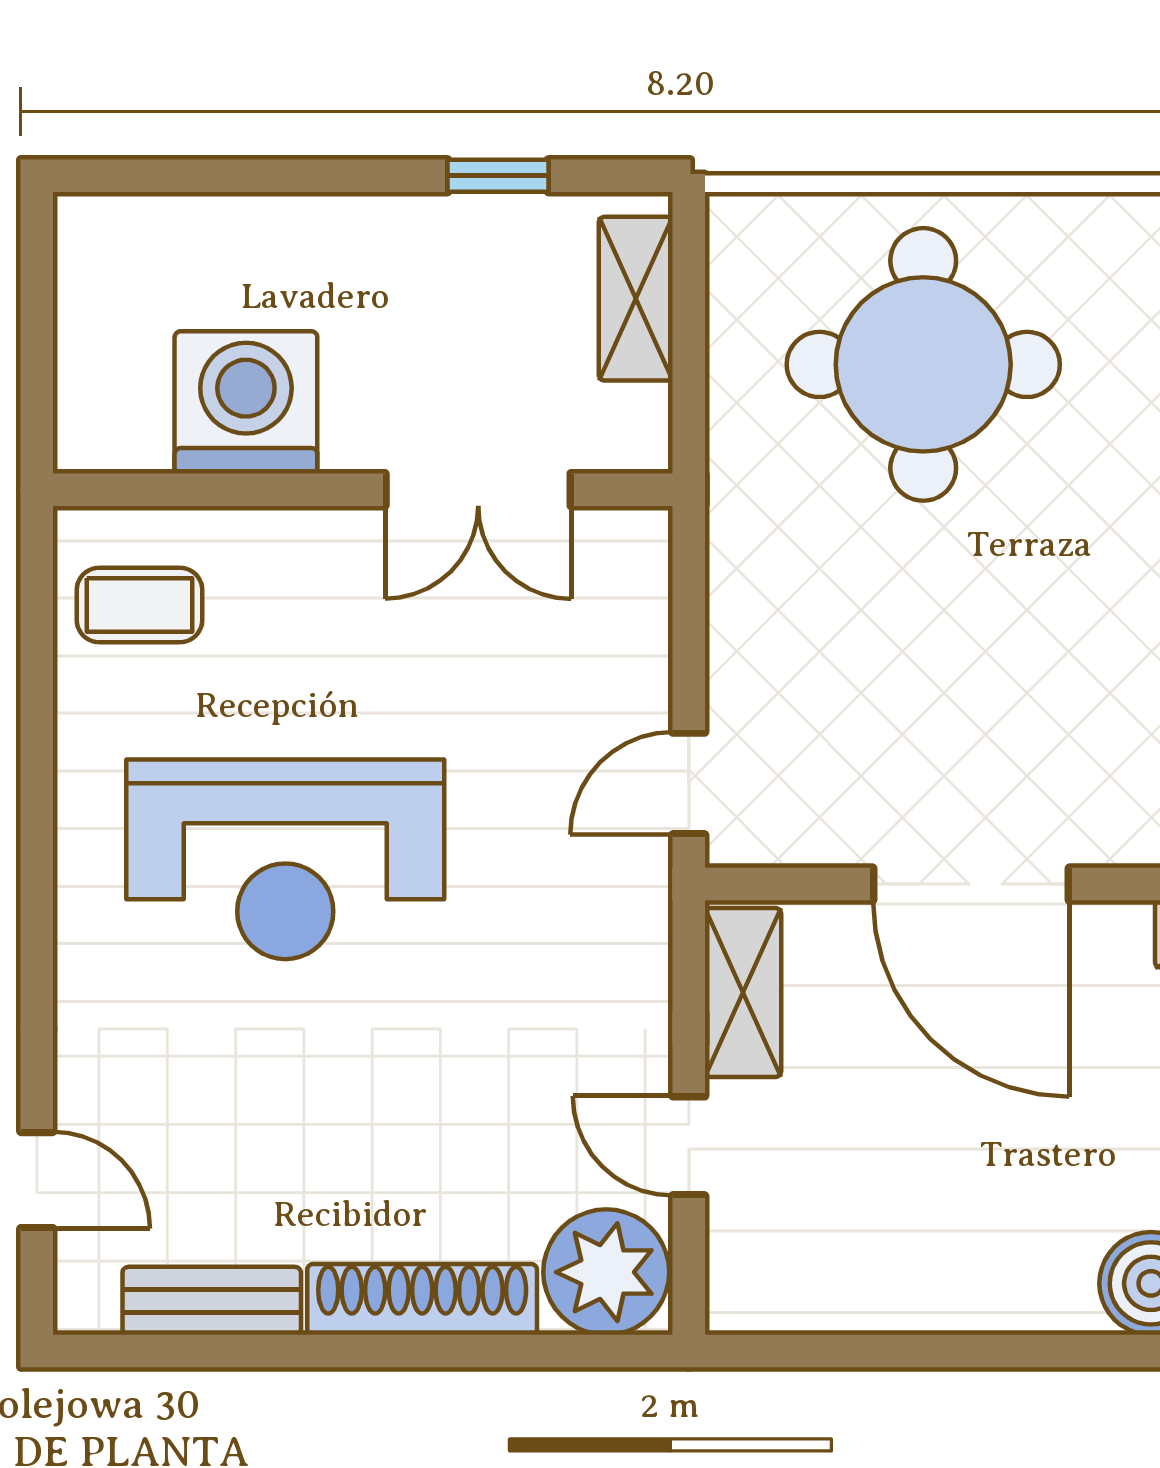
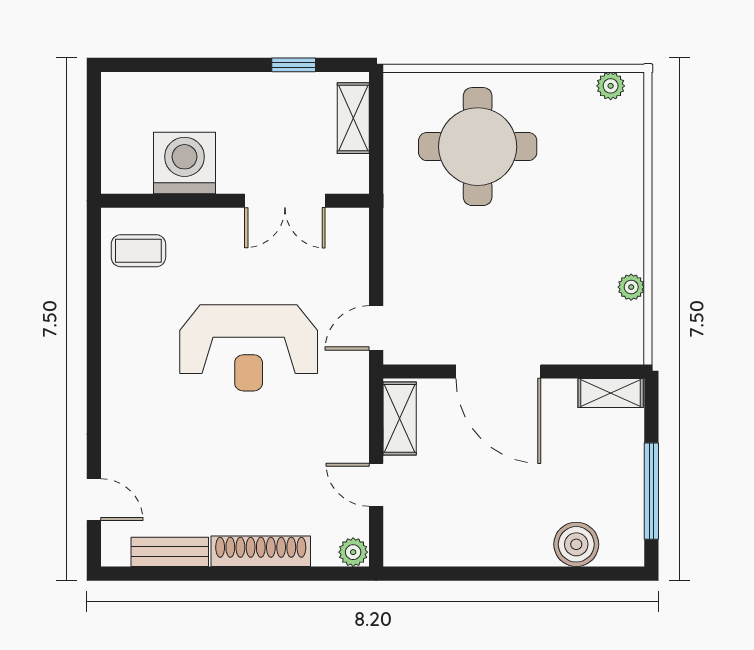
reception desk: (285, 859) -> (249, 348), moved
plant: (606, 1272) -> (353, 552), width x0.53, depth x0.53

